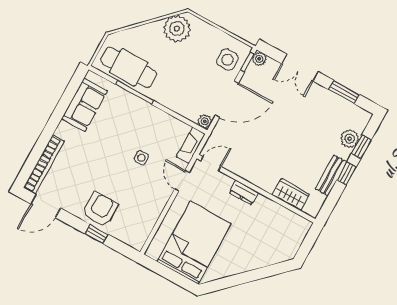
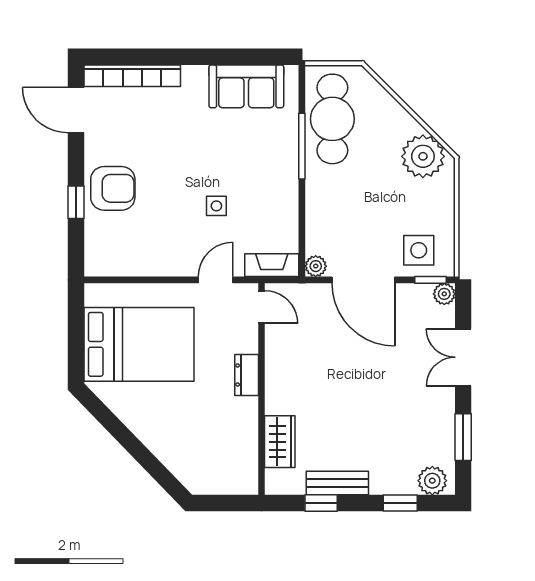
plant: (350, 139) -> (432, 481), moved
window: (347, 173) -> (321, 503), moved

